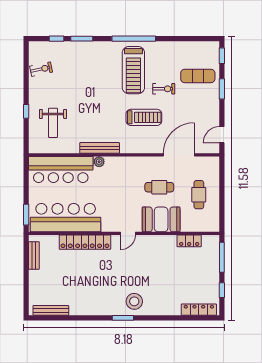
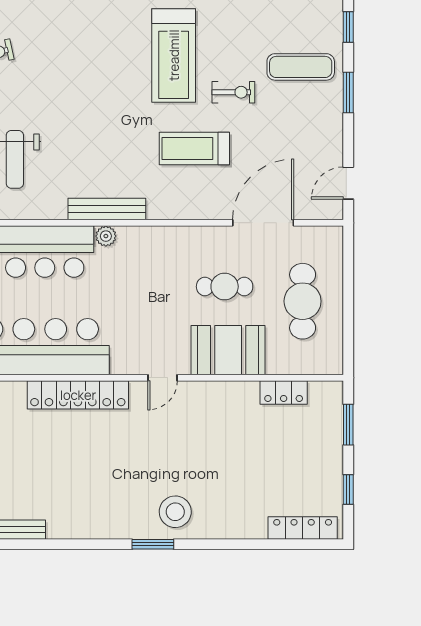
treadmill: (144, 117) -> (194, 149), turned 180
cafe table: (199, 195) -> (303, 301), width x1.37, depth x1.35
window: (222, 257) -> (348, 425), width x0.69

